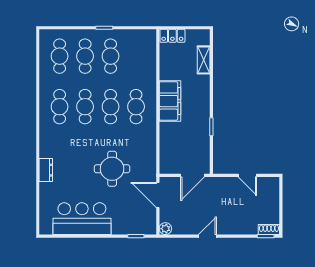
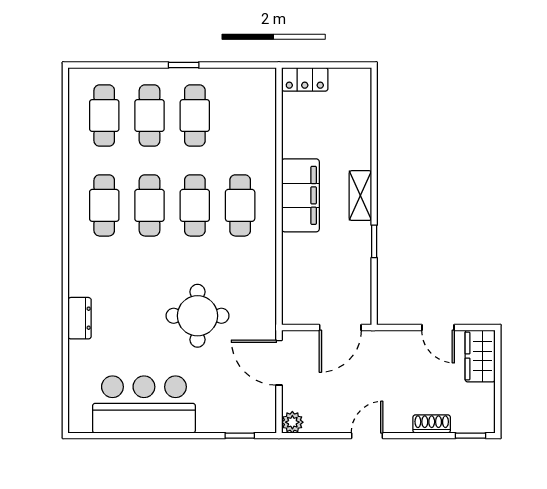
shelving: (204, 60) -> (360, 196), moved
wardrobe: (271, 191) -> (480, 356), added
shoe rack: (269, 230) -> (432, 424), moved

